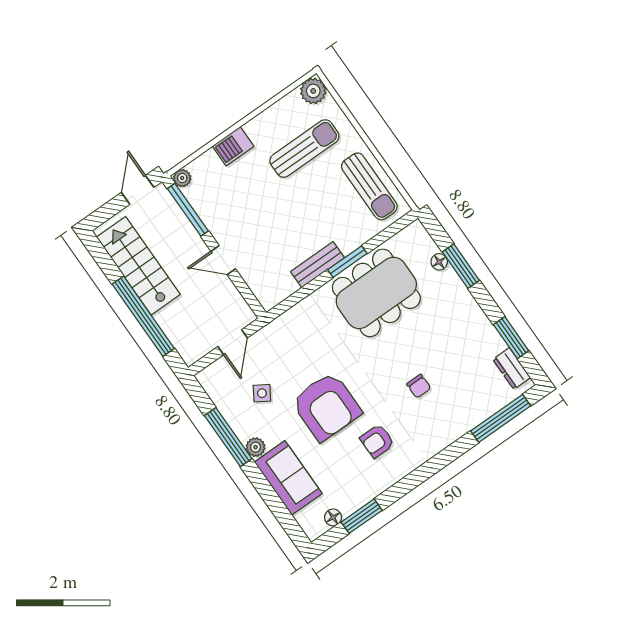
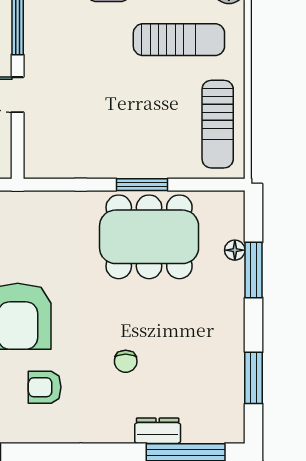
bench: (318, 265) -> (110, 166), removed
dresser: (512, 369) -> (158, 431), moved, turned 90

